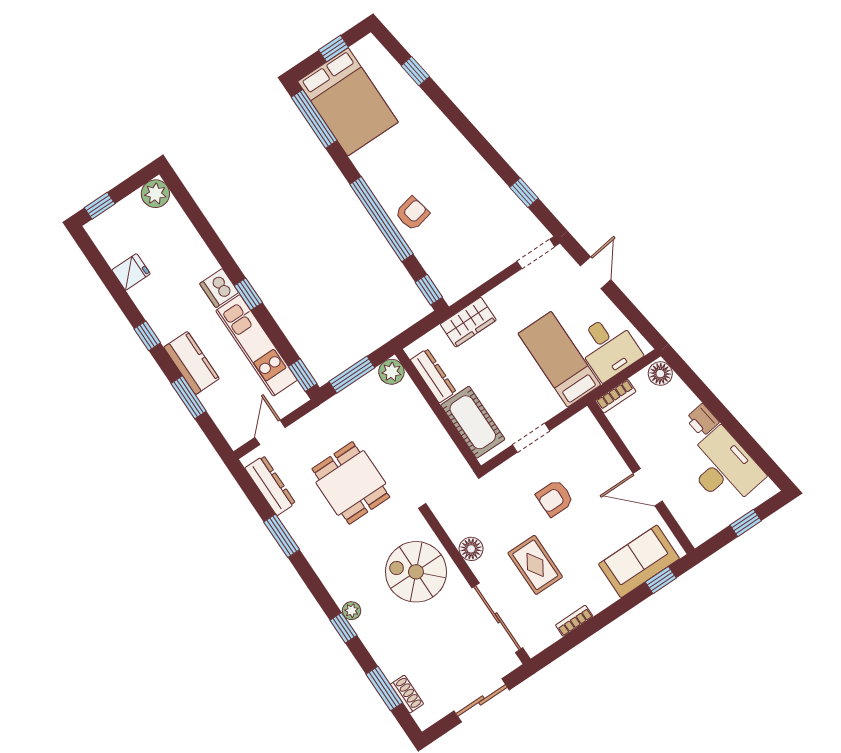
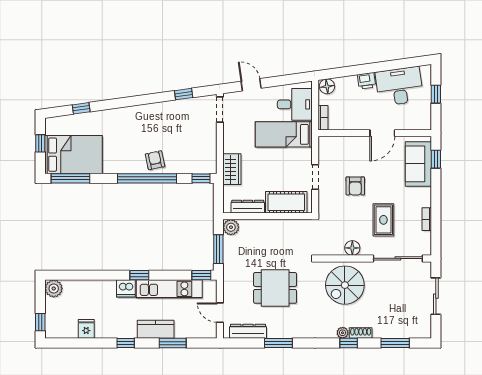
rug: (535, 565) -> (383, 220), turned 90
shoe rack: (407, 694) -> (361, 333), moved

